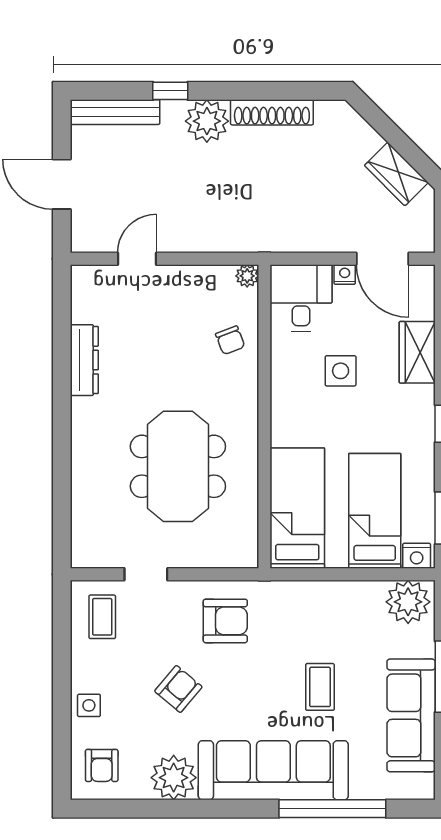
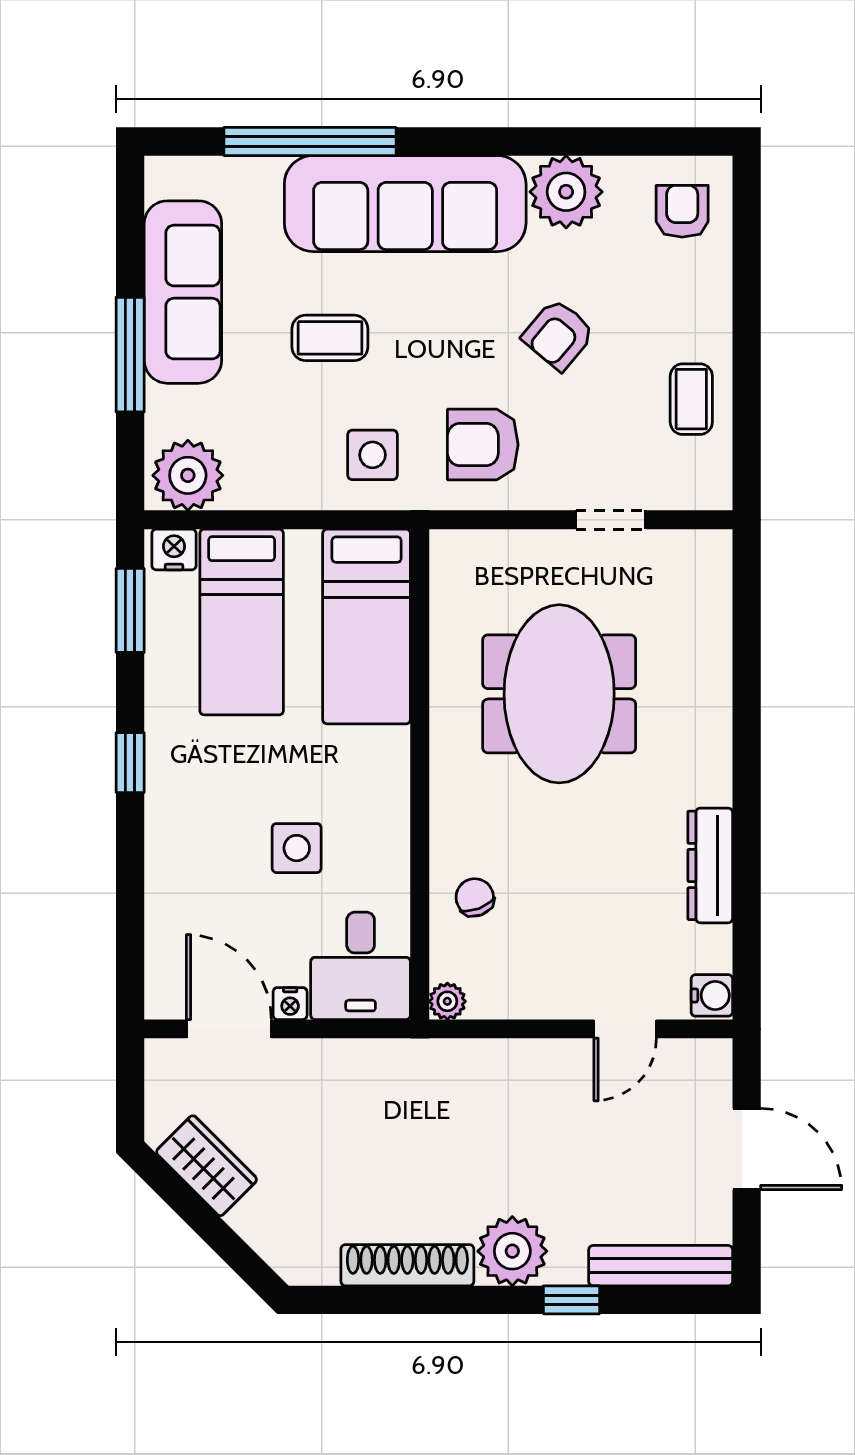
water cooler: (83, 279) -> (712, 995), added
wardrobe: (417, 352) -> (173, 878), removed
coffee table: (102, 617) -> (691, 399), moved
coffee table: (320, 687) -> (330, 338), turned 90
side table: (89, 705) -> (373, 455), moved, width x1.37, depth x1.37

